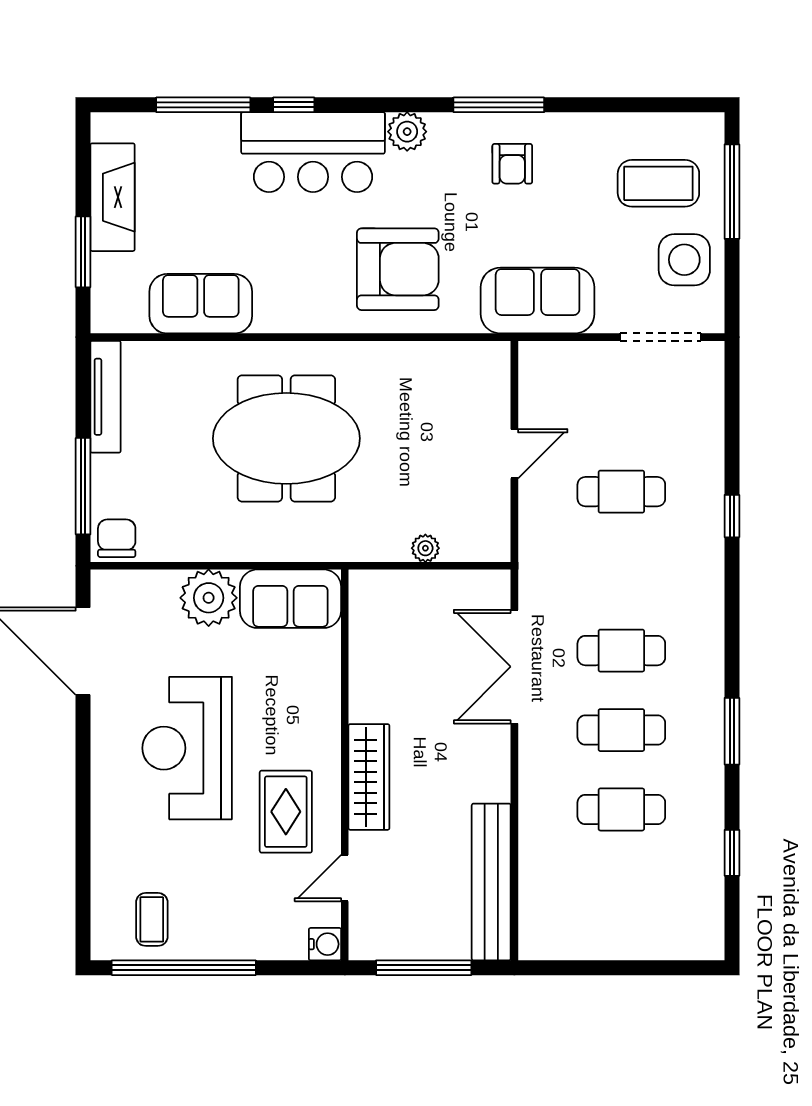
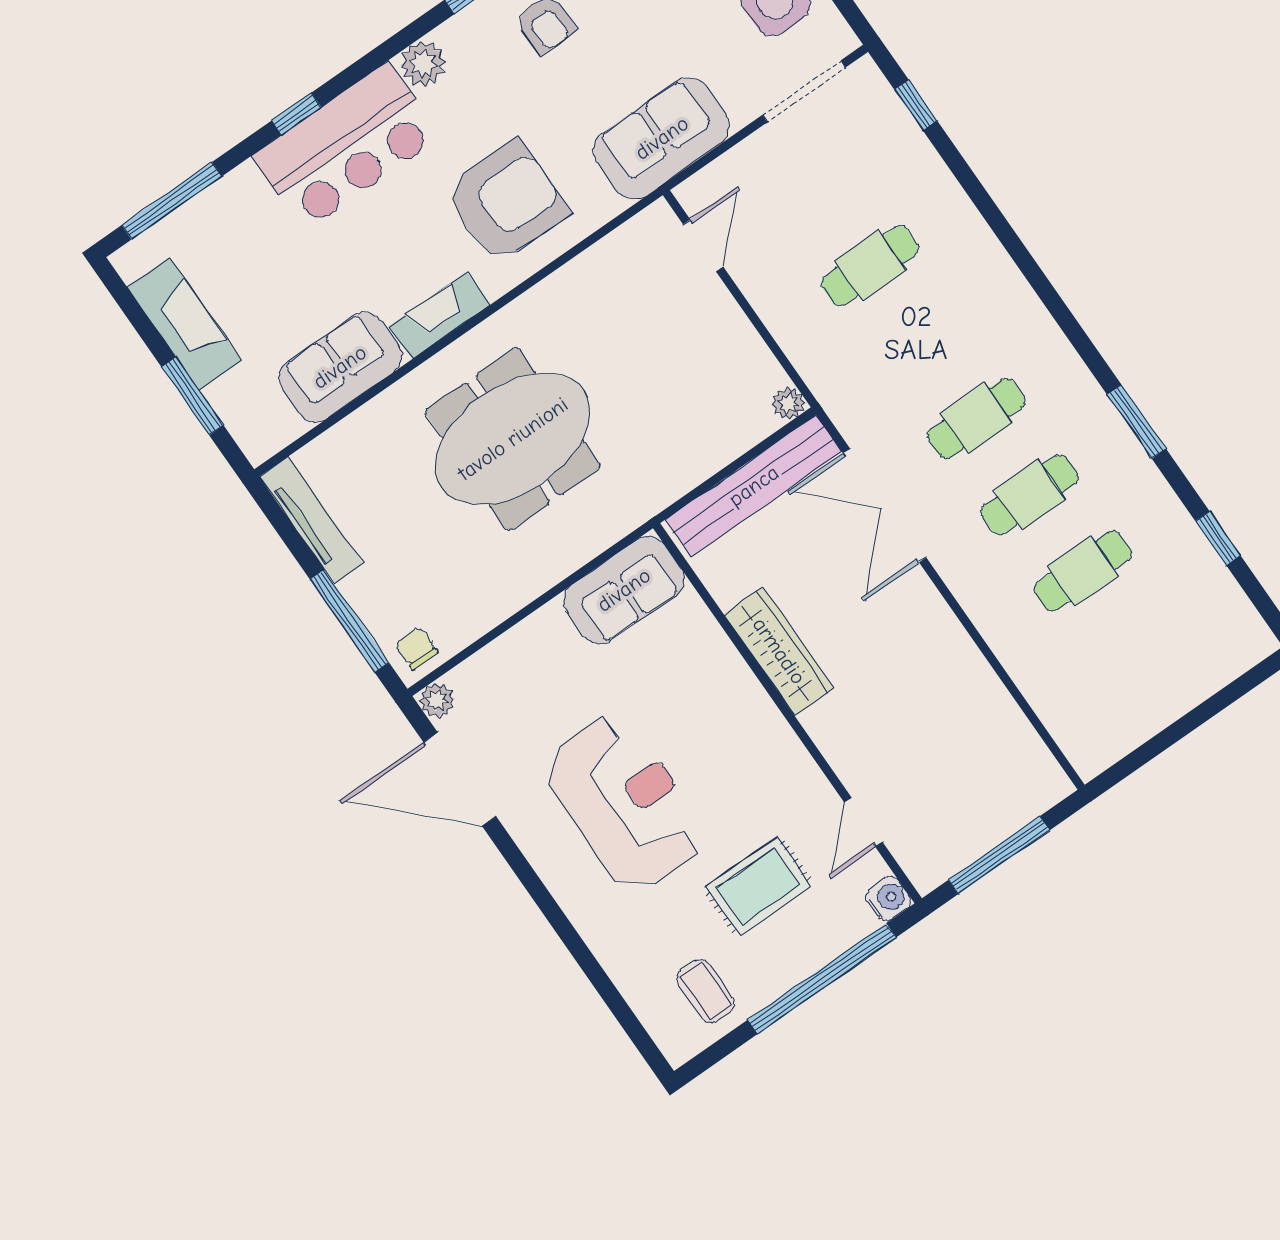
window: (203, 105) -> (172, 201), moved
fireplace: (295, 316) -> (440, 316), added
door: (514, 454) -> (703, 246), moved
window: (732, 516) -> (916, 105), moved
chair: (117, 538) -> (417, 648), width x0.73, depth x0.73
plant: (425, 548) -> (788, 403), moved
plant: (209, 598) -> (437, 700), moved, width x0.53, depth x0.53
reception desk: (187, 748) -> (625, 803), turned 180
wardrobe: (369, 777) -> (779, 651), moved
rug: (286, 812) -> (758, 887), moved, turned 90
bench: (491, 882) -> (754, 486), moved, turned 90
window: (184, 968) -> (822, 979), moved

